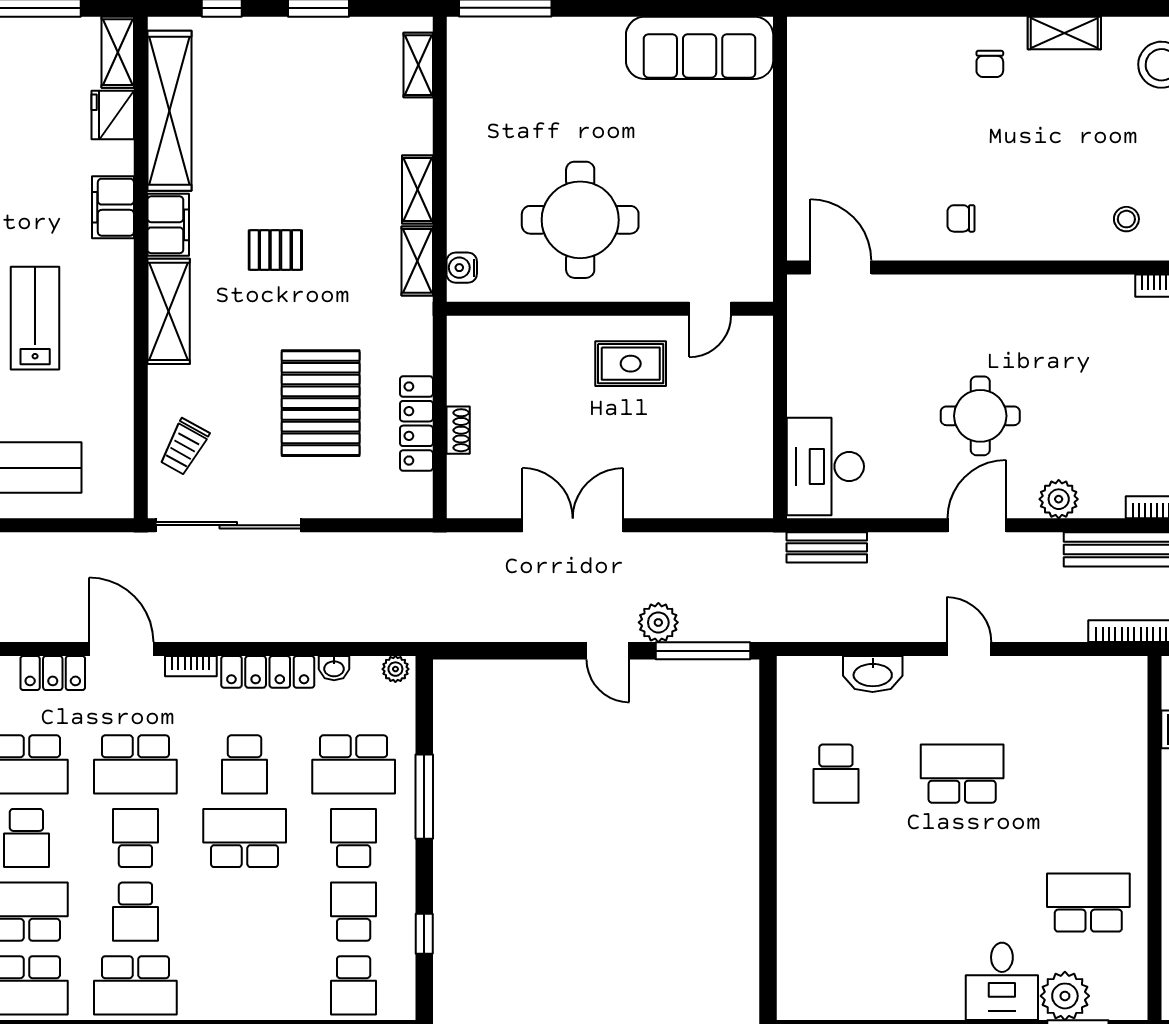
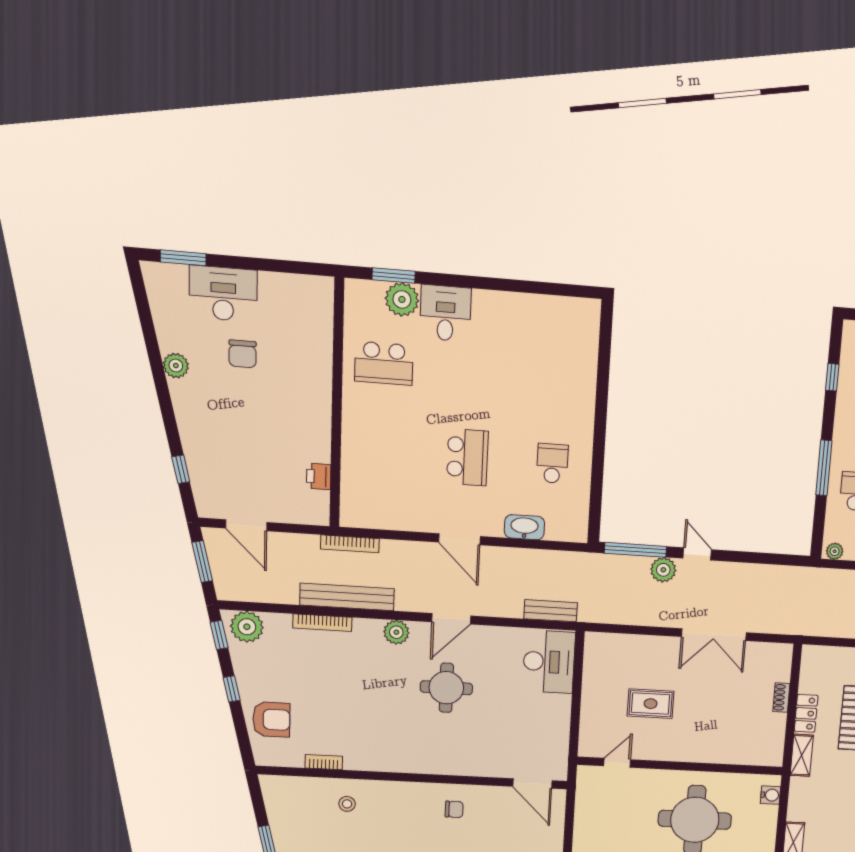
shelving: (417, 261) -> (802, 755), moved
rug: (631, 364) -> (651, 704), moved
locker: (416, 424) -> (806, 713), width x0.66
door: (969, 649) -> (459, 539), width x1.38
school desk: (962, 774) -> (467, 457), turned -90

